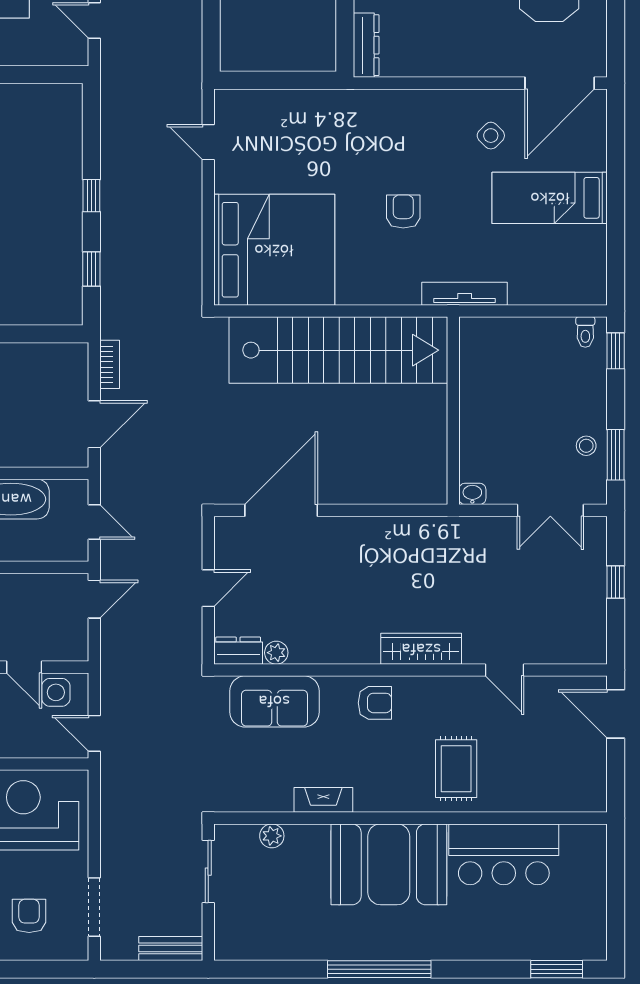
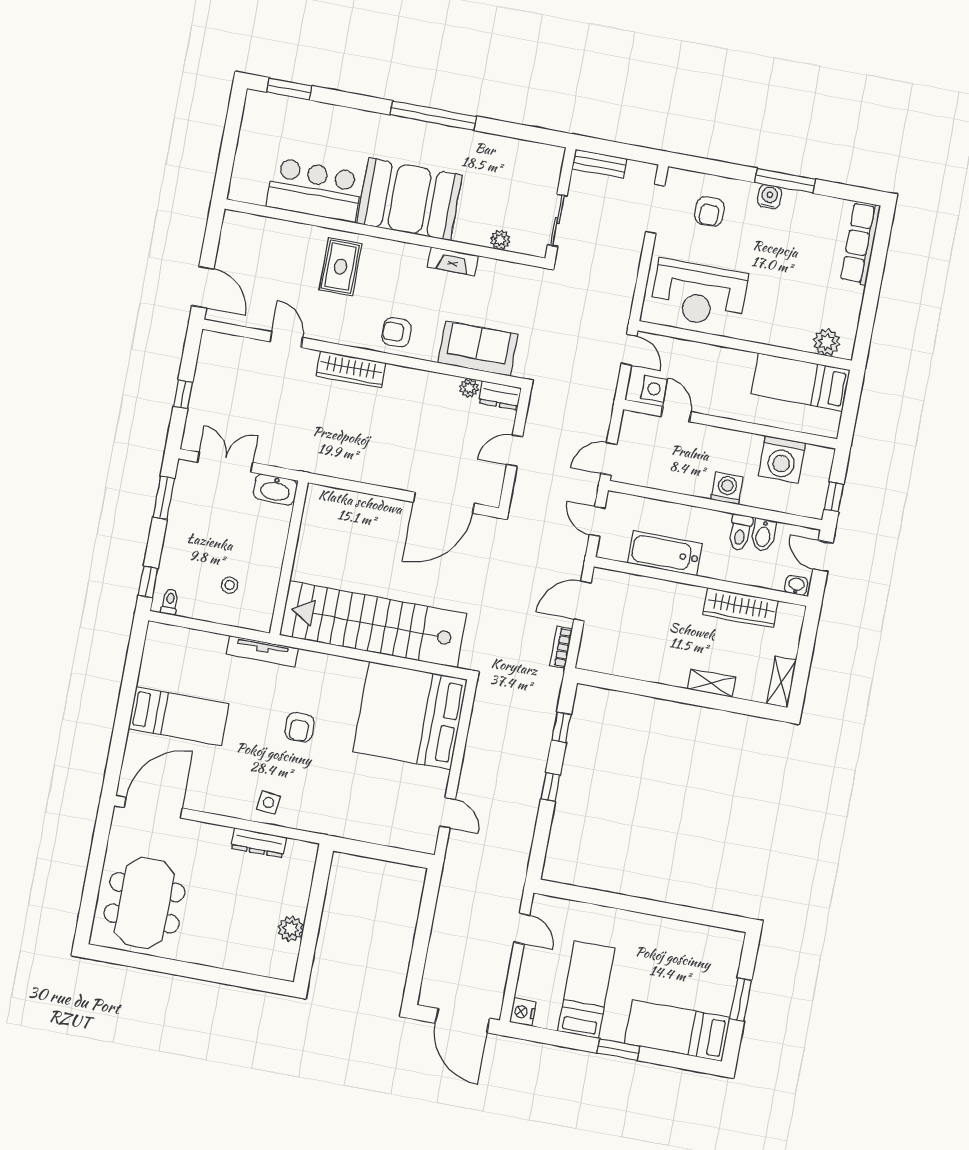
dresser: (366, 45) -> (259, 843), moved, turned -90
side table: (491, 136) -> (268, 803), moved, turned -38
stool: (586, 446) -> (230, 585), moved
washbasin: (472, 494) -> (275, 489), width x1.91, depth x1.45

